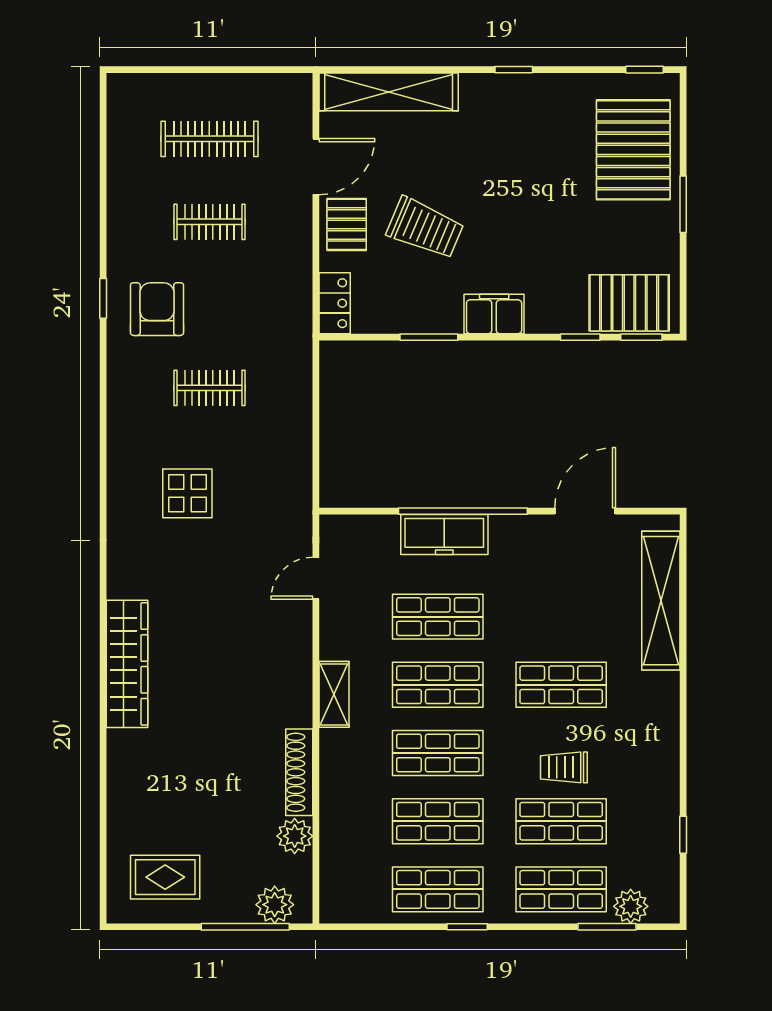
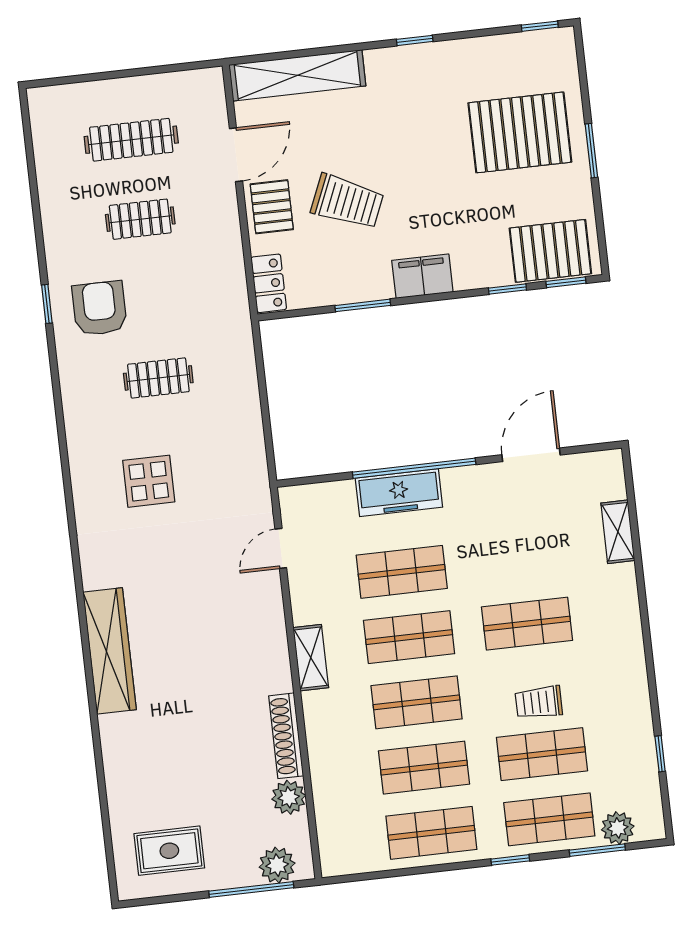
pallet: (633, 150) -> (520, 132), moved, turned 90
shelving: (661, 601) -> (618, 532), width x0.45, depth x0.75
window: (467, 927) -> (510, 860), moved

